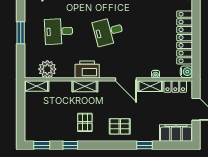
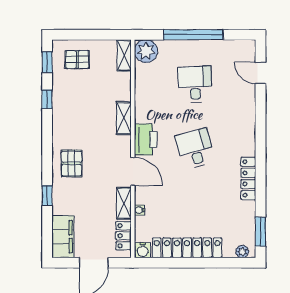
window: (21, 33) -> (193, 35), width x2.11
plant: (47, 69) -> (146, 51), moved
printer: (87, 69) -> (146, 139), moved
door: (126, 79) -> (133, 171), swing flipped
pallet: (85, 122) -> (77, 60), moved

